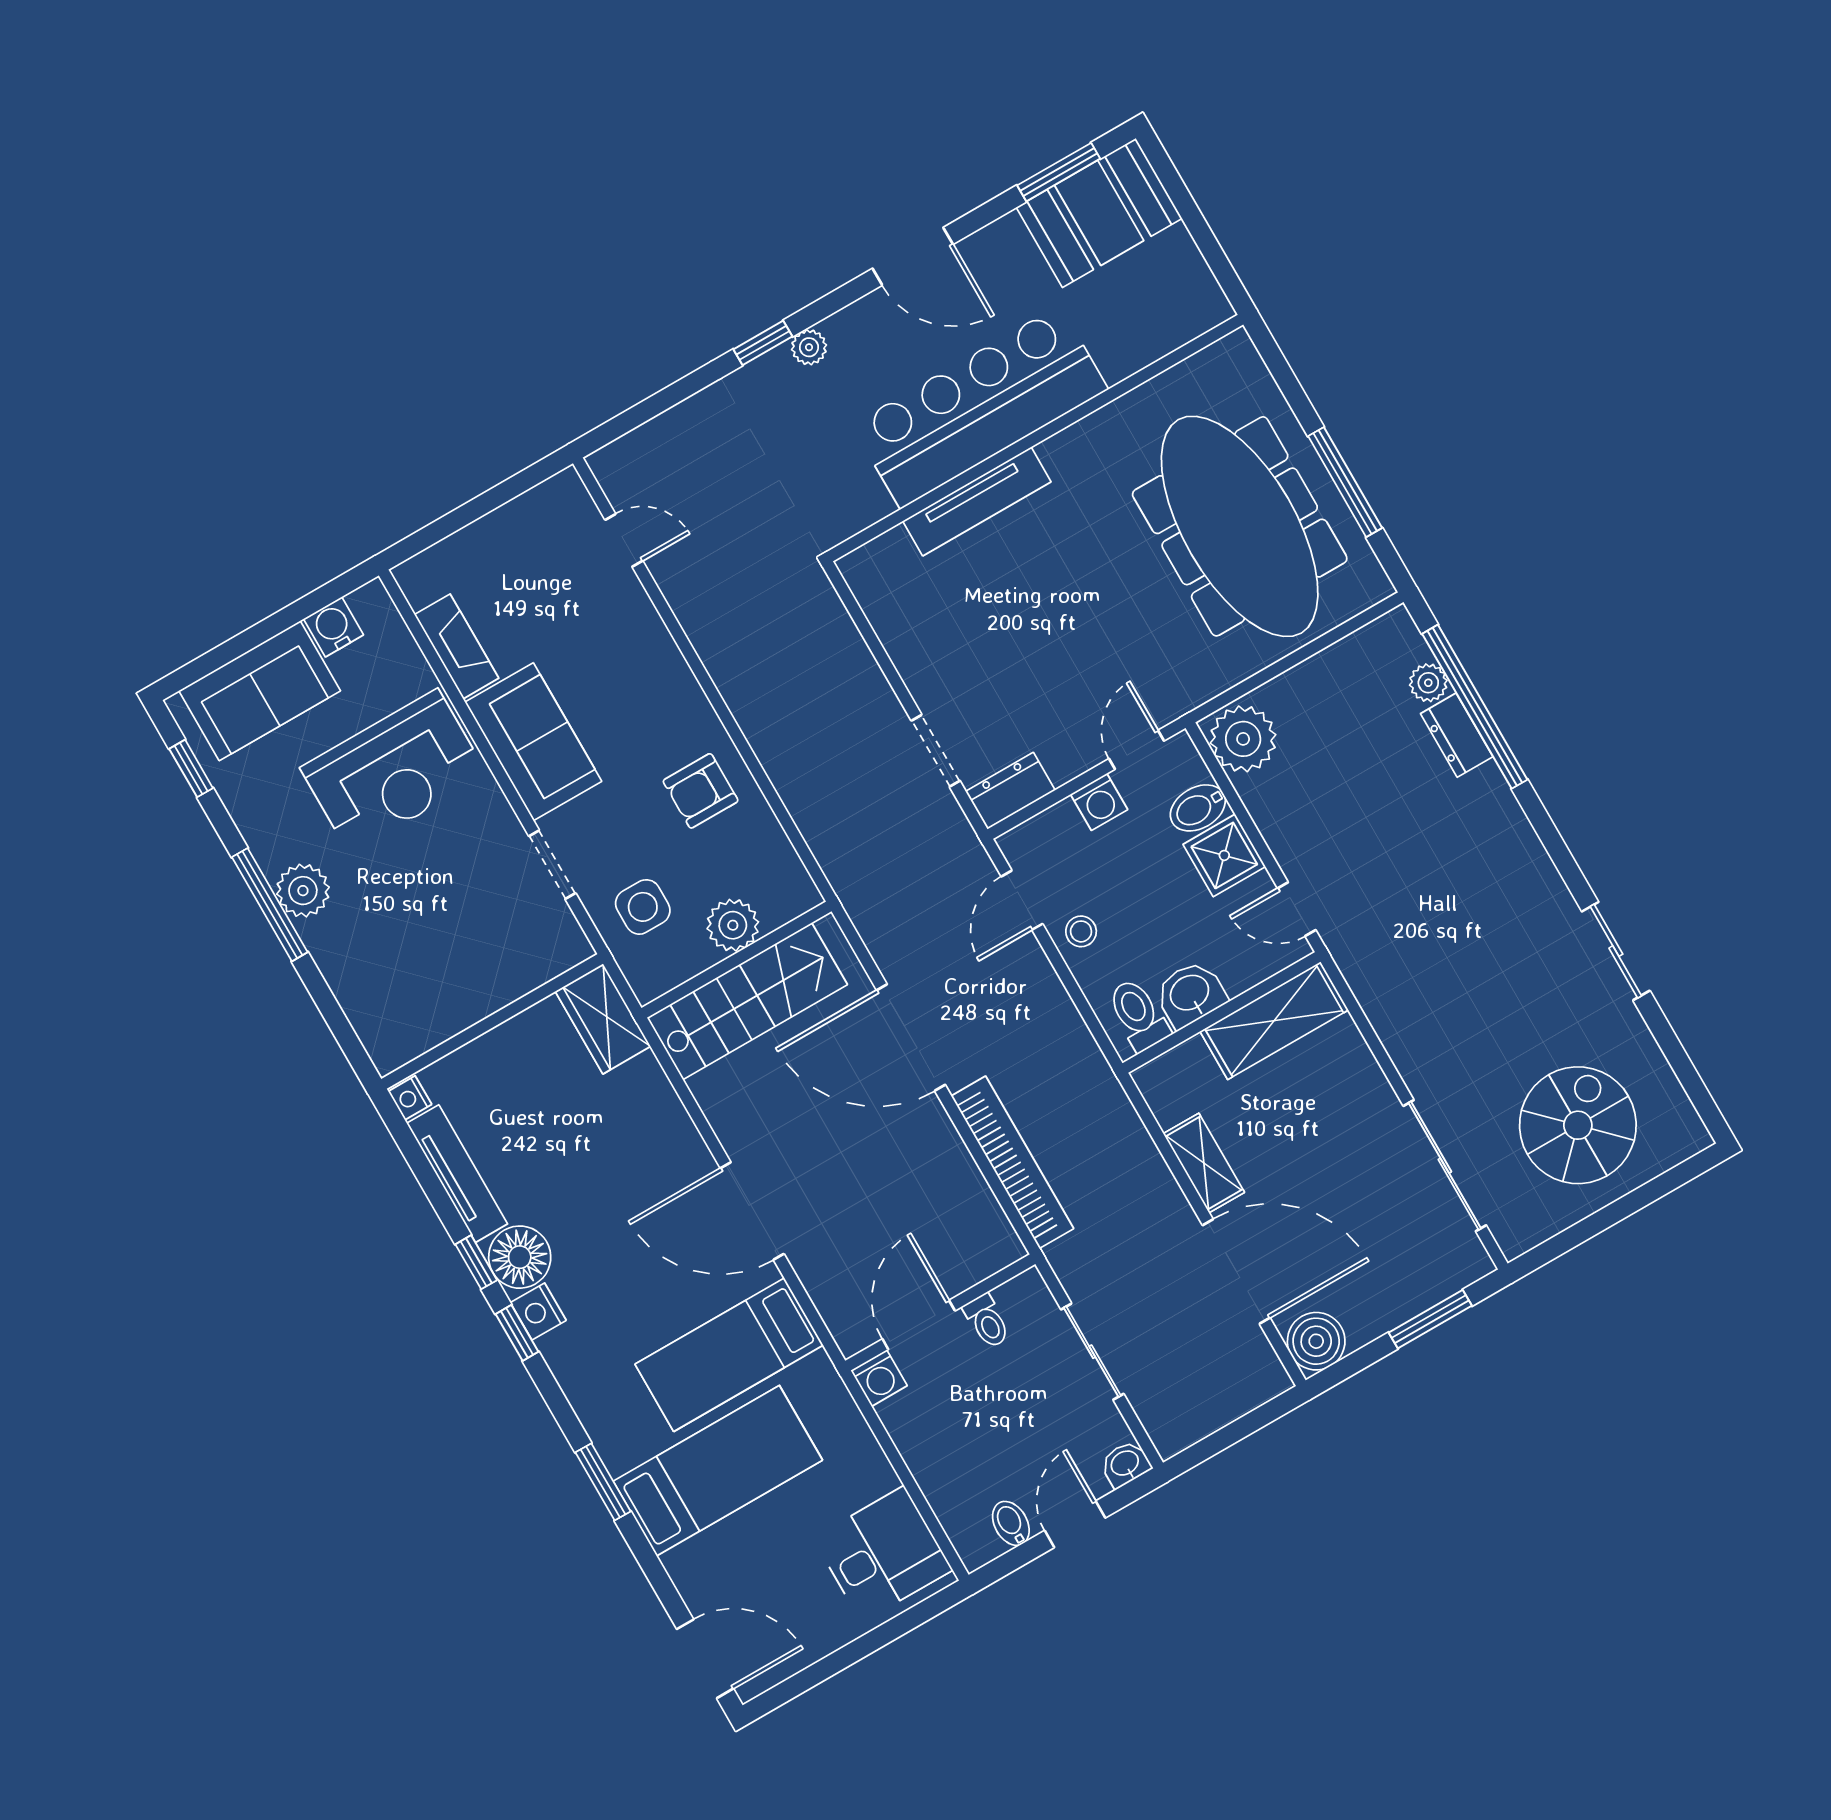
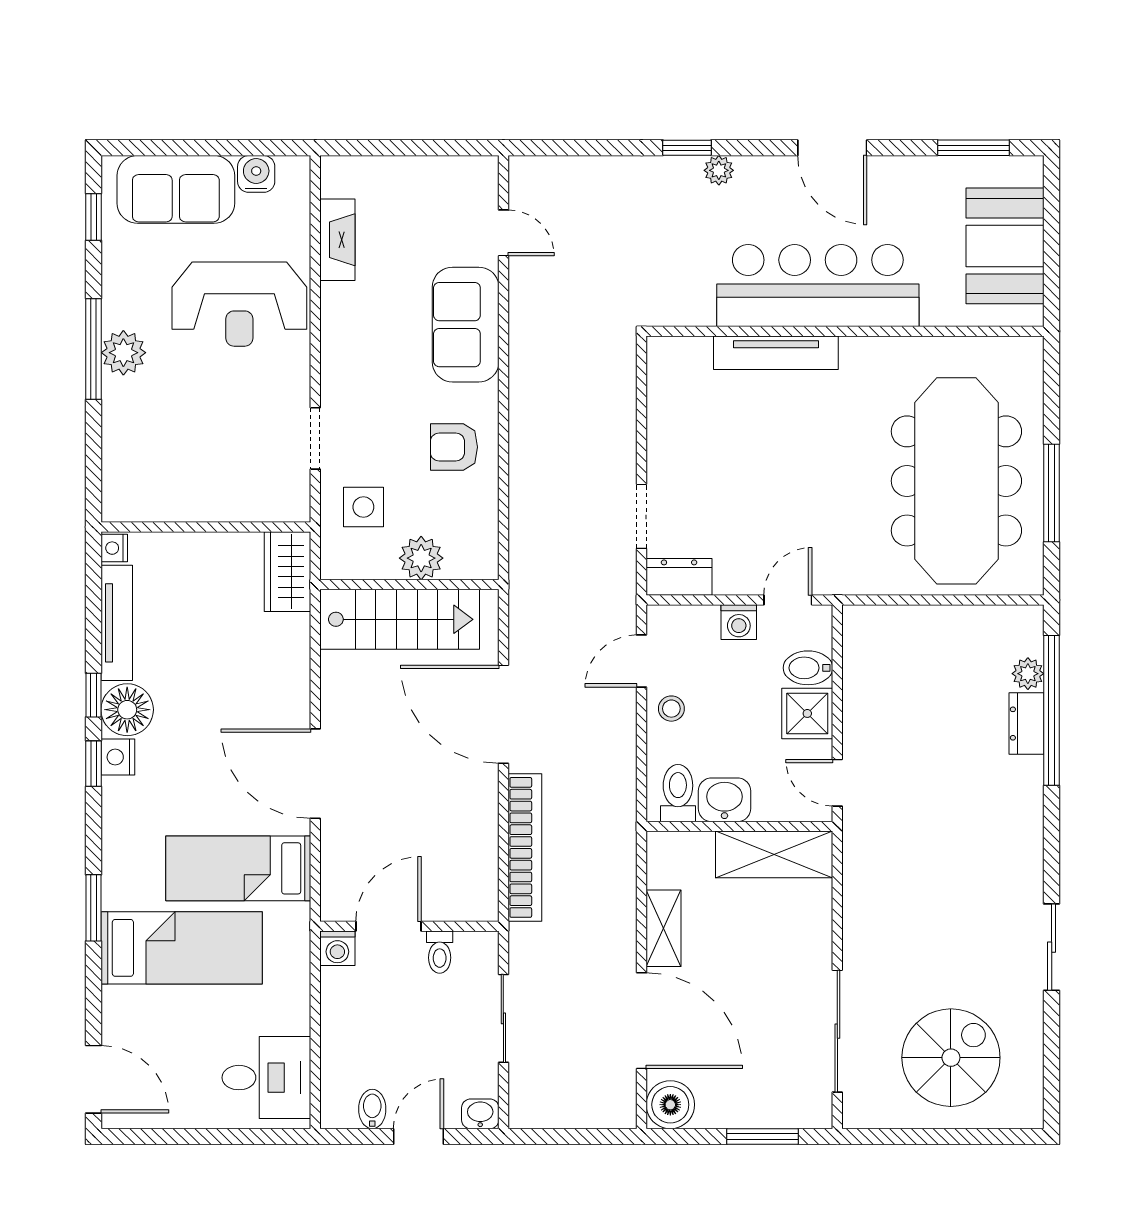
booth: (1099, 213) -> (1005, 246), moved, turned 90
plant: (1243, 739) -> (870, 637), removed
sofa: (533, 742) -> (466, 325), moved, turned 180

